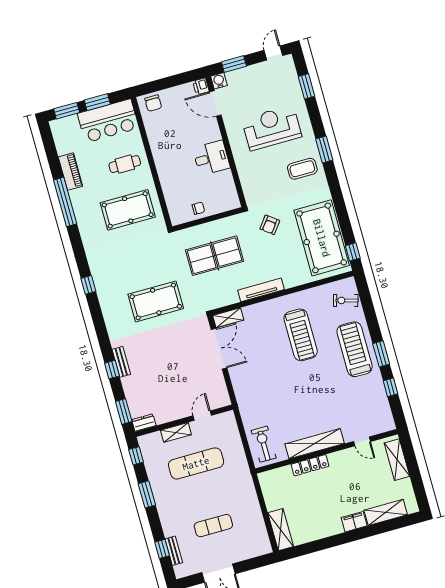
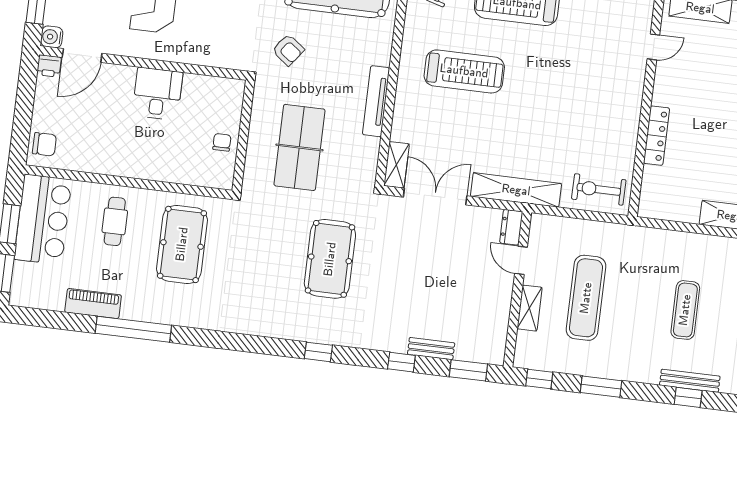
window: (88, 285) -> (318, 352), moved
bench: (121, 362) -> (431, 349), moved
dresser: (144, 423) -> (511, 227), moved
shelving: (315, 444) -> (516, 190), moved, turned 90
bench: (174, 551) -> (690, 381), width x1.36

